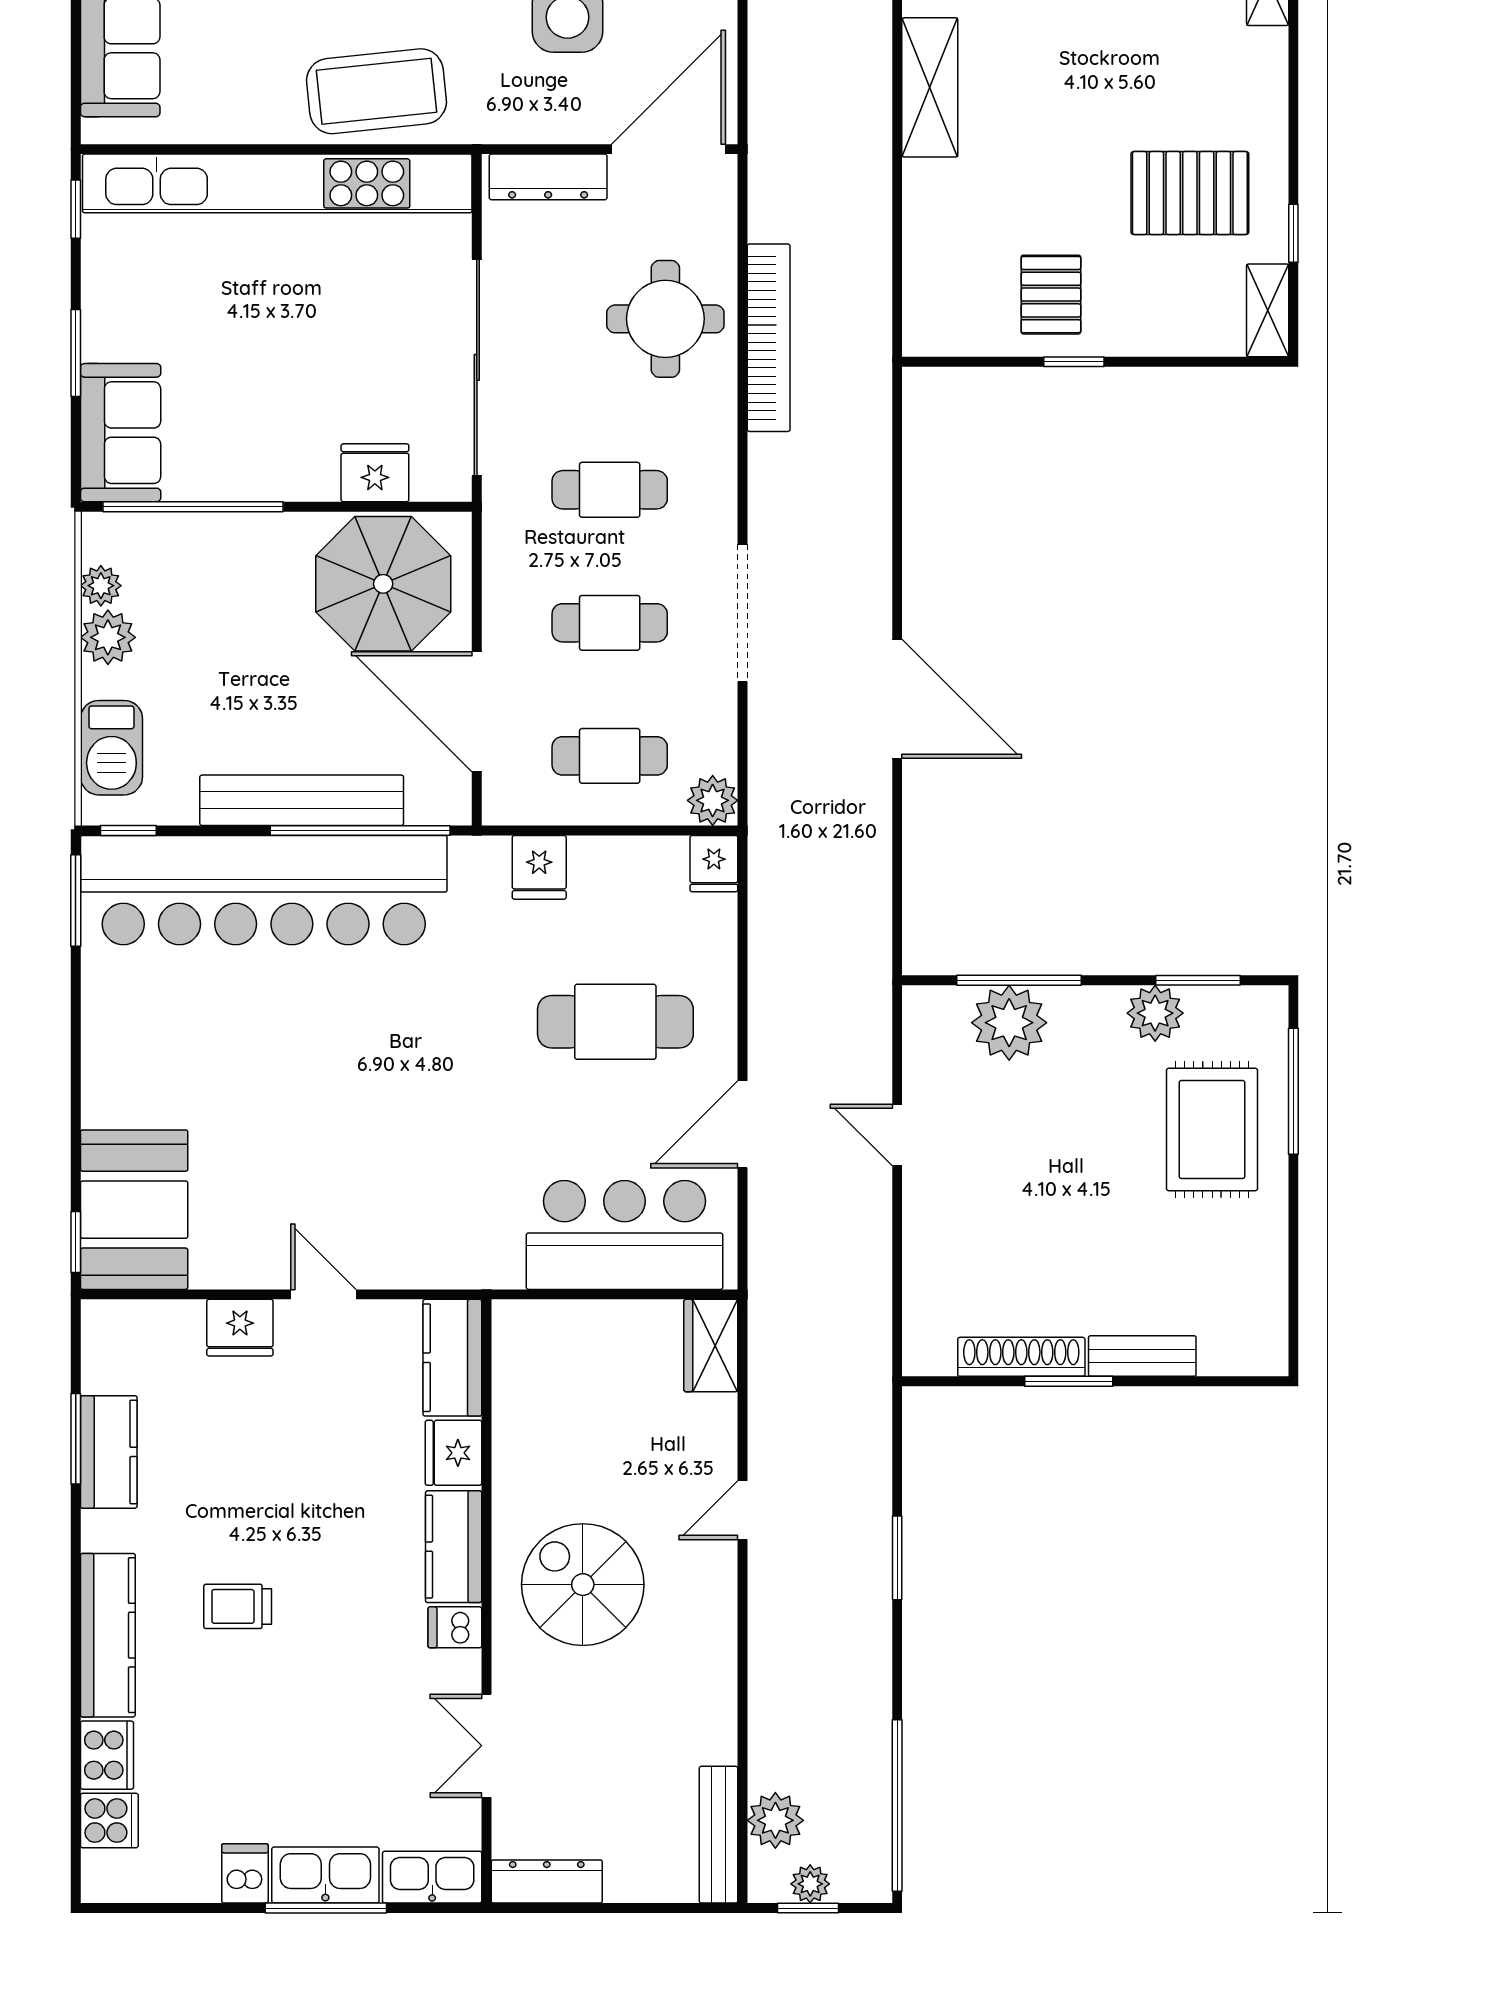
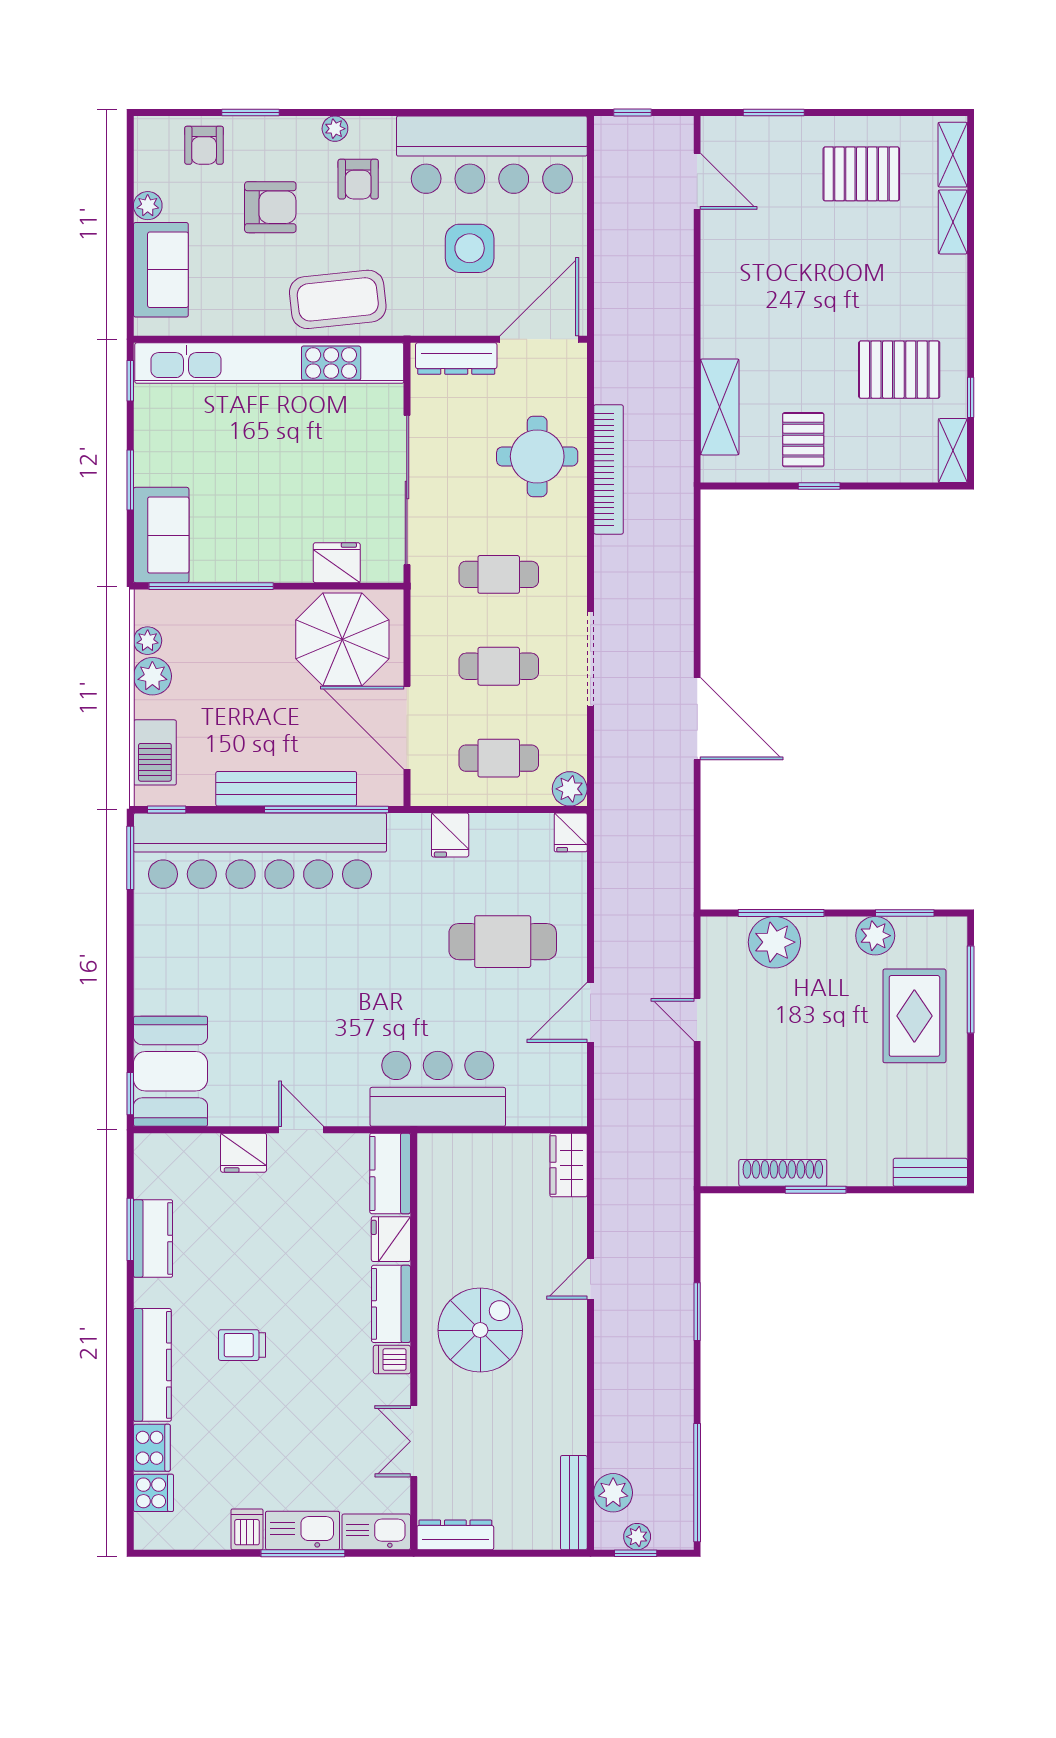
shelving: (930, 87) -> (720, 407), moved
bar counter: (625, 1235) -> (438, 1089), moved
bench: (1142, 1356) -> (930, 1172), moved
spiral stairs: (583, 1585) -> (480, 1330), turned 90

